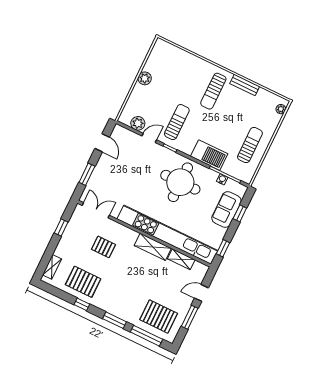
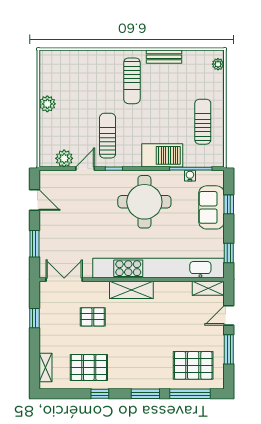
shelving: (153, 247) -> (131, 290), moved
shelving: (181, 259) -> (208, 288), moved

